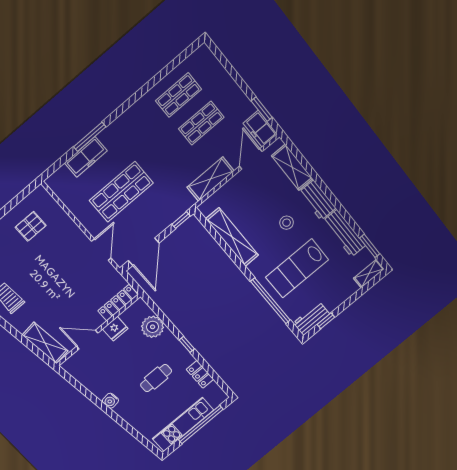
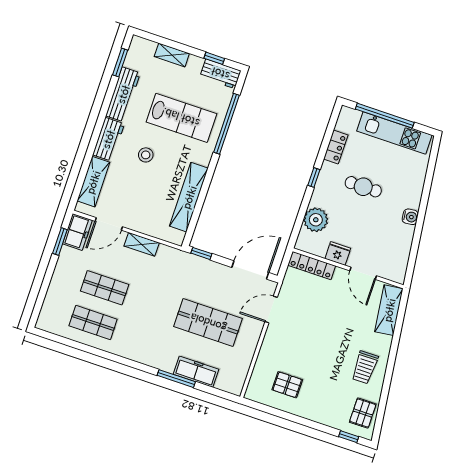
shelving: (211, 179) -> (142, 244), width x0.67, depth x0.75
shelving: (369, 274) -> (172, 55), moved

